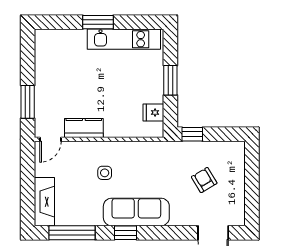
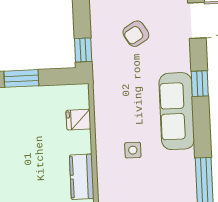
fridge: (153, 112) -> (78, 120), moved, turned 90
window: (126, 233) -> (200, 84), moved

